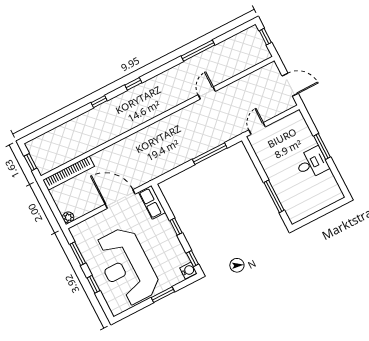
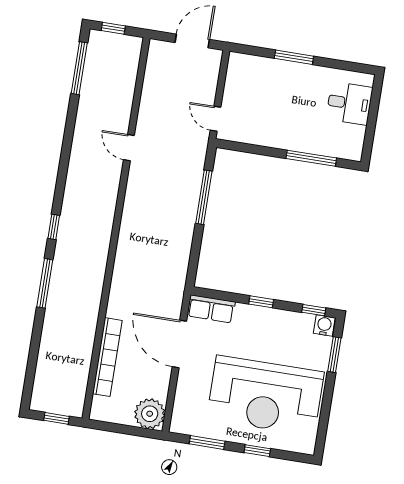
window: (198, 51) -> (79, 68), moved
window: (99, 102) -> (45, 283), width x2.17
desk: (312, 163) -> (349, 103), moved, turned 90
bookcase: (69, 173) -> (107, 357), moved
door: (120, 199) -> (179, 344), hinge flipped
plant: (68, 217) -> (150, 414), width x1.88, depth x1.88
window: (163, 295) -> (334, 355), moved

